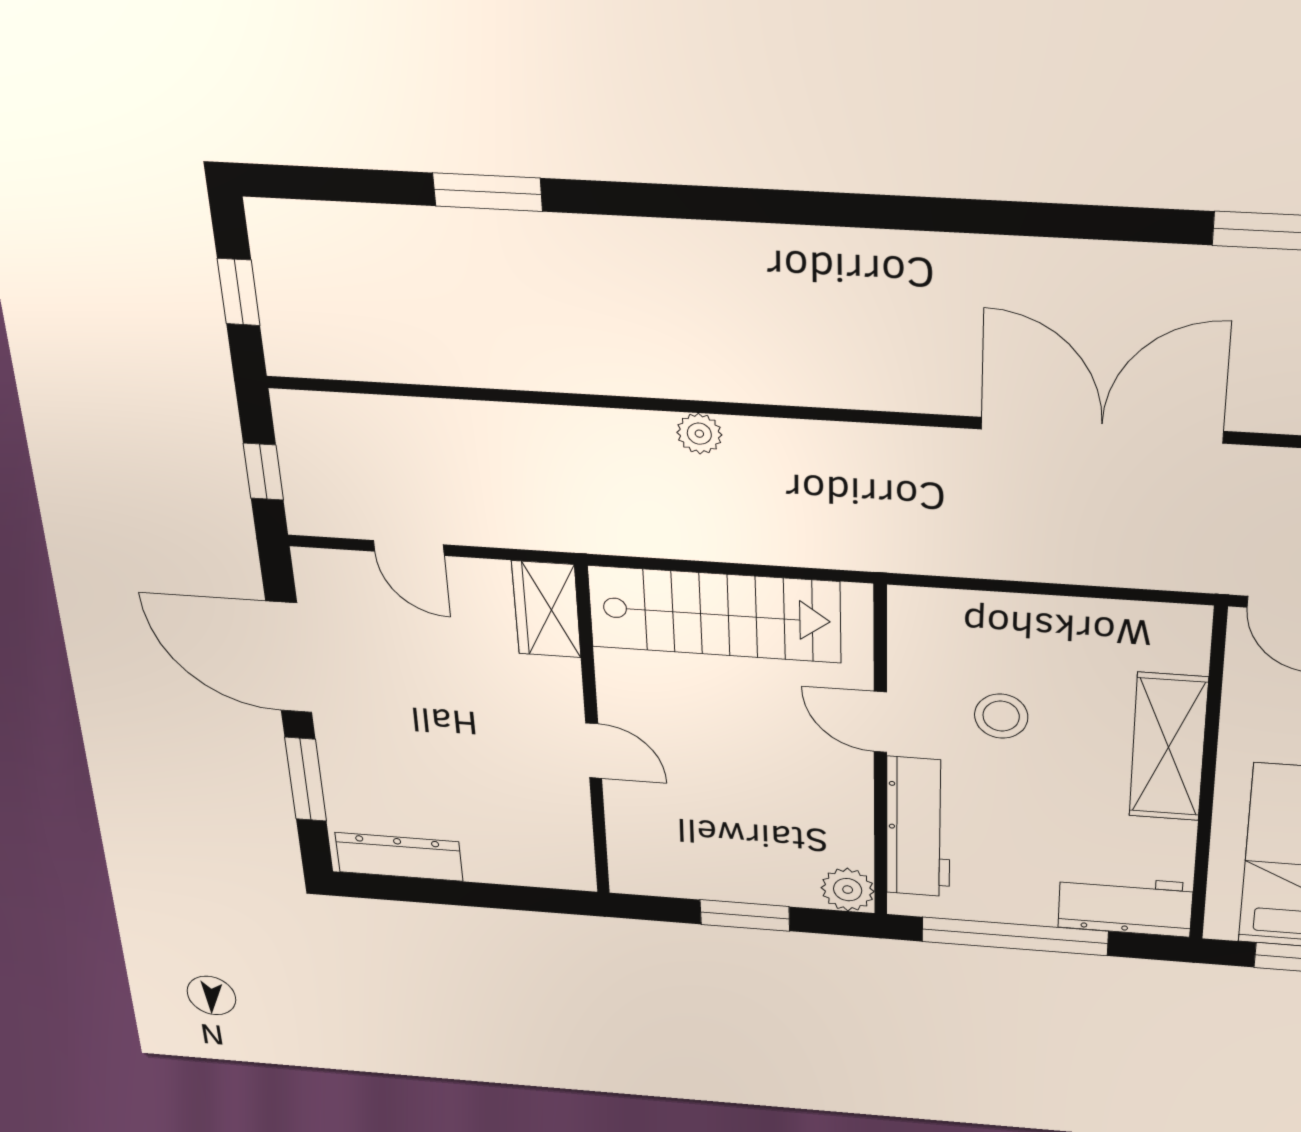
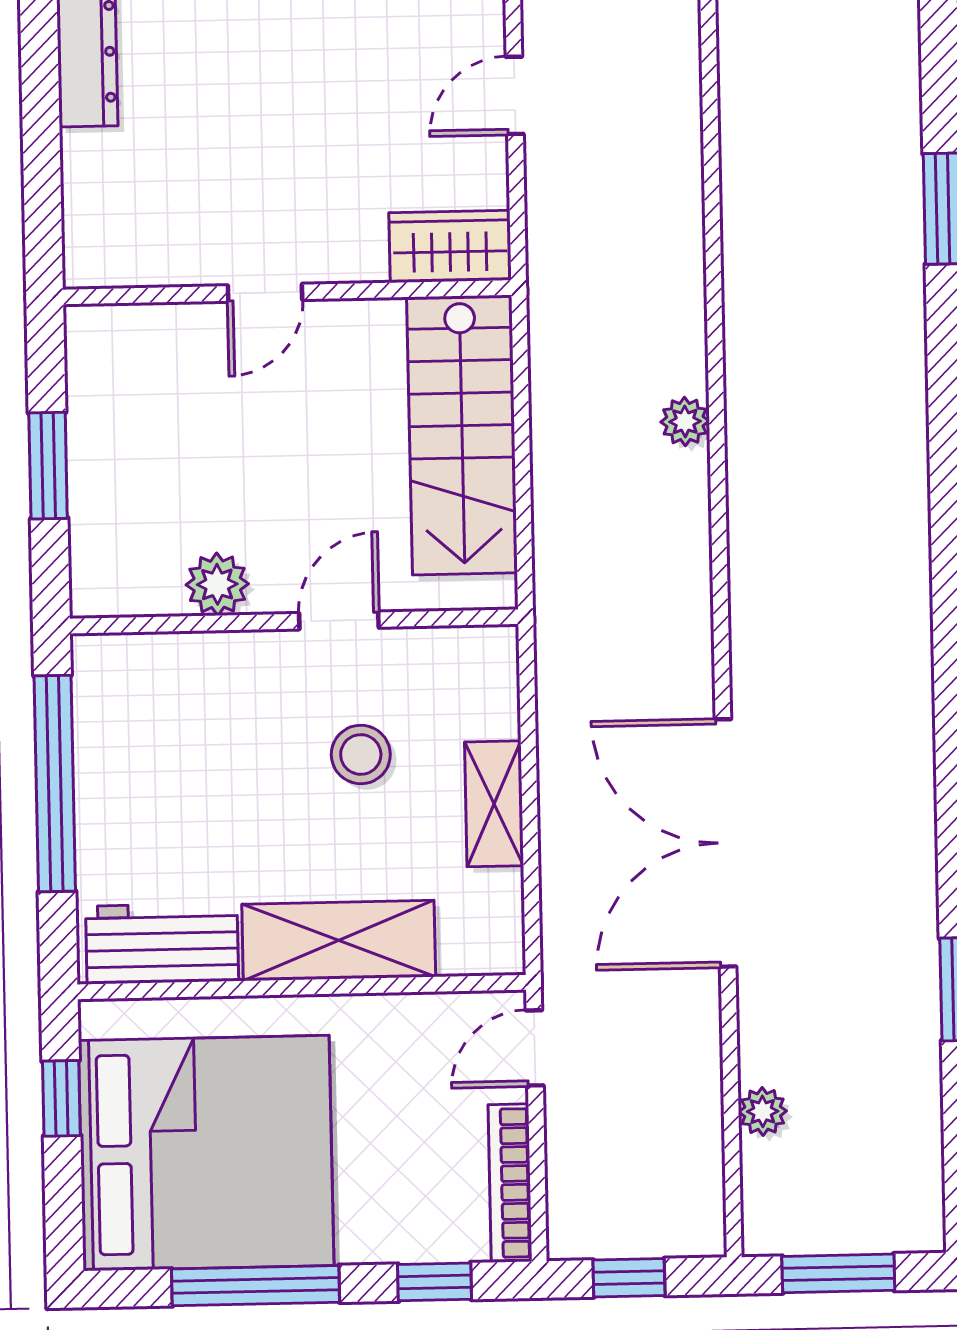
double door: (1102, 430) -> (726, 843), swing flipped
shelving: (1052, 617) -> (494, 804), added
workbench: (918, 827) -> (199, 667), removed
plant: (848, 890) -> (217, 584), moved
workbench: (1125, 905) -> (162, 944), moved, turned -90

